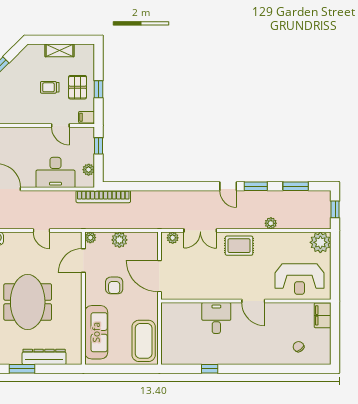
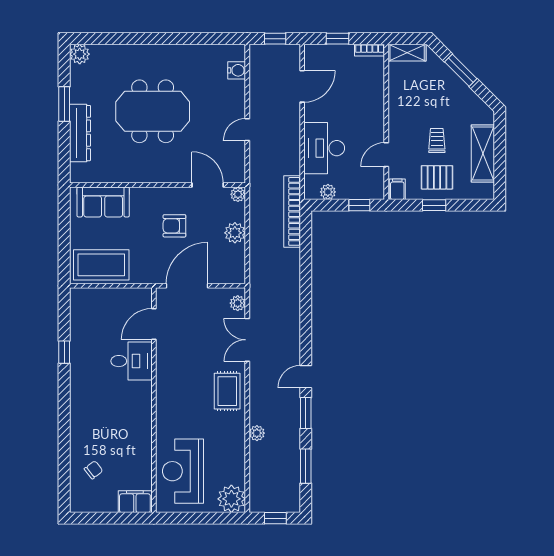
shelving: (59, 50) -> (483, 153), width x1.50, depth x1.33
door: (253, 301) -> (154, 324), moved
sofa: (96, 332) -> (103, 202), width x0.73

